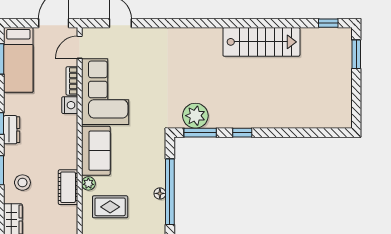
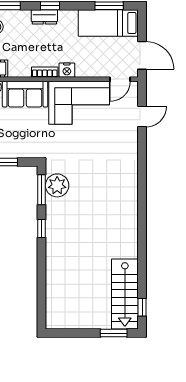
stairs: (261, 42) -> (125, 294), moved
door: (80, 47) -> (120, 79), swing flipped
bookcase: (72, 81) -> (45, 72), moved

